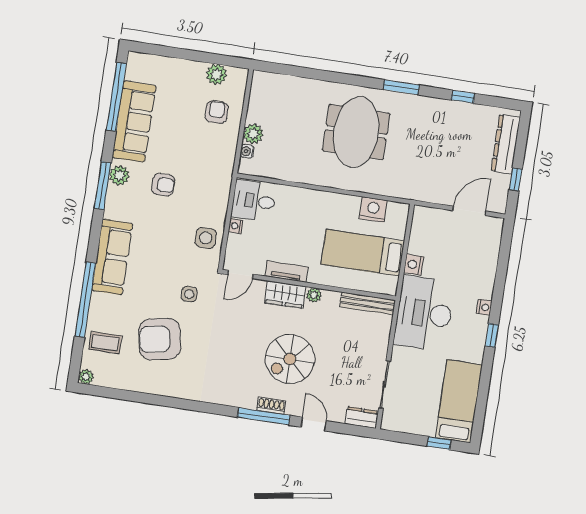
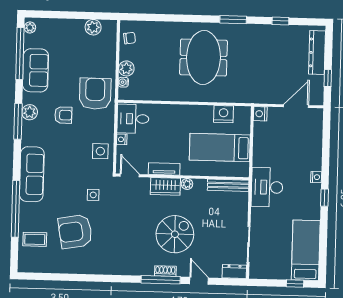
chair: (262, 95) -> (130, 38), added
armchair: (217, 112) -> (95, 94), moved, width x1.88, depth x1.88
sofa: (134, 121) -> (36, 70), width x0.73
nightstand: (414, 265) -> (260, 114), moved
door: (240, 274) -> (130, 175), swing flipped
desk: (424, 313) -> (267, 187), width x0.73, depth x0.77
spiral stairs: (290, 359) -> (175, 234), turned 180
plant: (86, 377) -> (30, 27), moved

